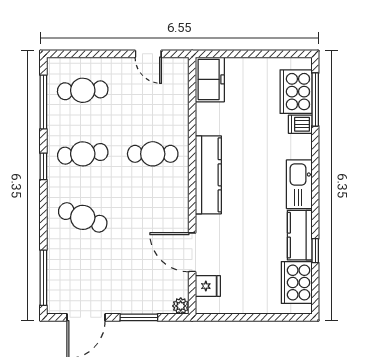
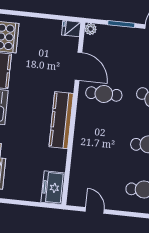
cafe table: (153, 154) -> (104, 94), moved
fridge: (208, 286) -> (71, 29), moved

